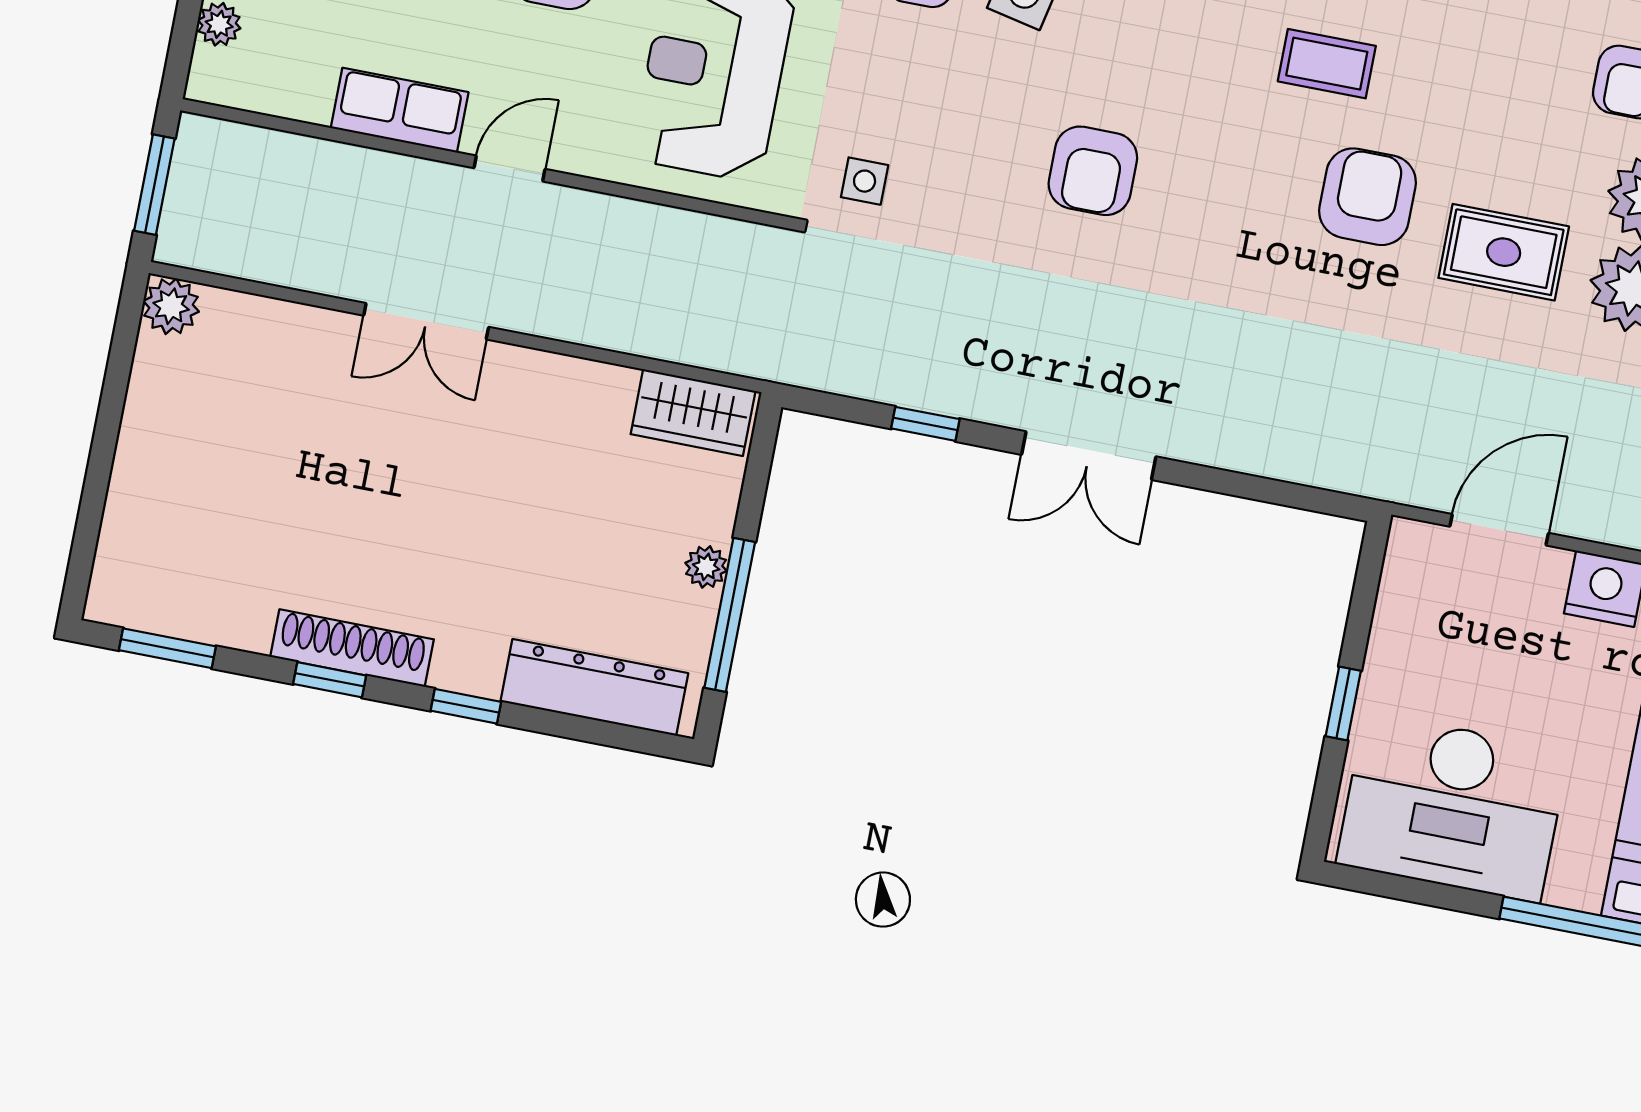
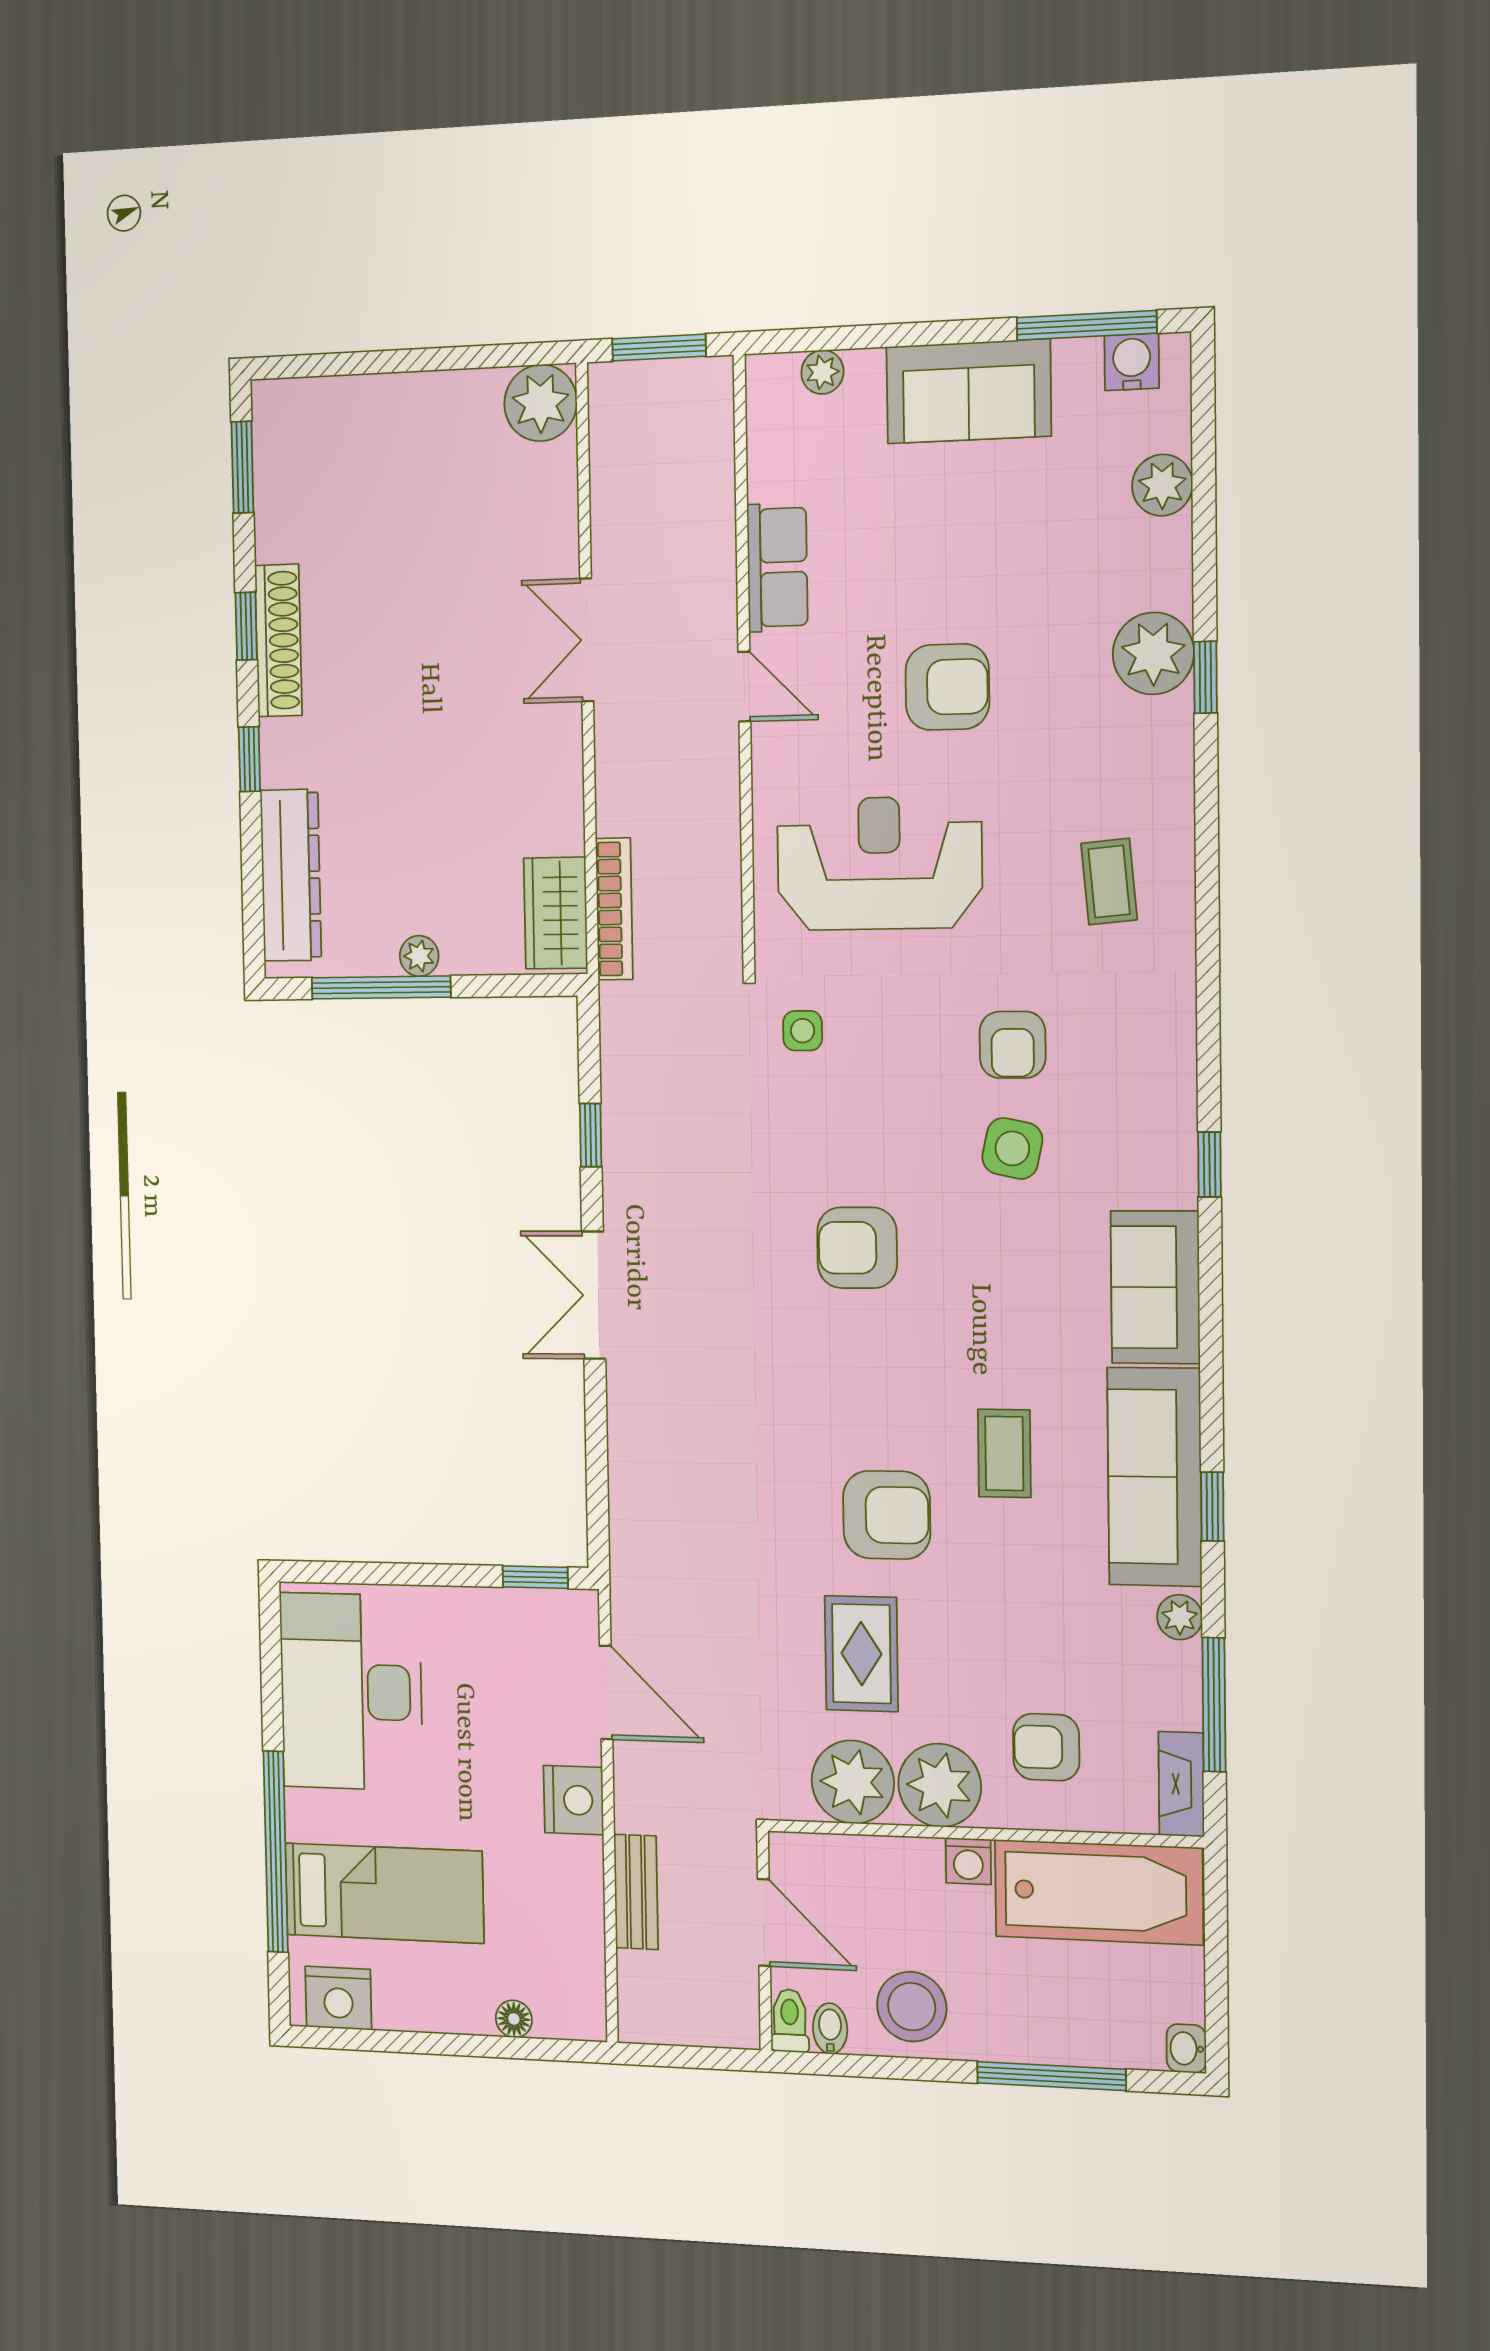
plant: (171, 306) -> (541, 403), width x1.36, depth x1.36
bookcase: (702, 350) -> (614, 909), added
window: (1343, 704) -> (535, 1577), moved

